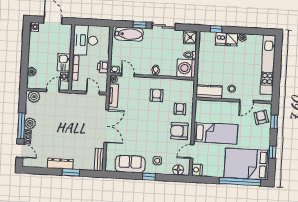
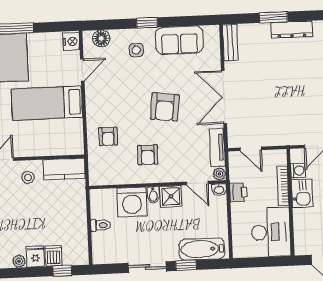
shower: (190, 37) -> (171, 196), moved
washing machine: (186, 68) -> (132, 202), moved, turned 90
armchair: (179, 131) -> (165, 107), moved, turned 97

